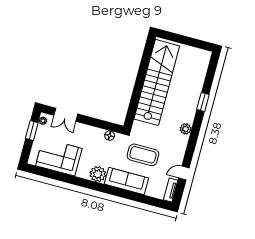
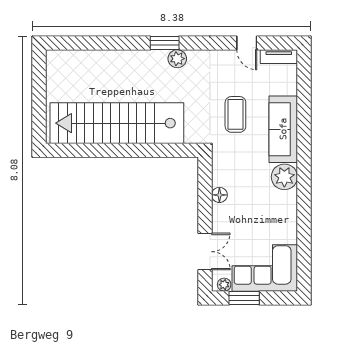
window: (203, 102) -> (165, 43), moved
floor lamp: (110, 136) -> (219, 195), moved
coffee table: (143, 155) -> (235, 114), width x0.73, depth x0.76
corner sofa: (59, 157) -> (265, 268), moved, turned 90

